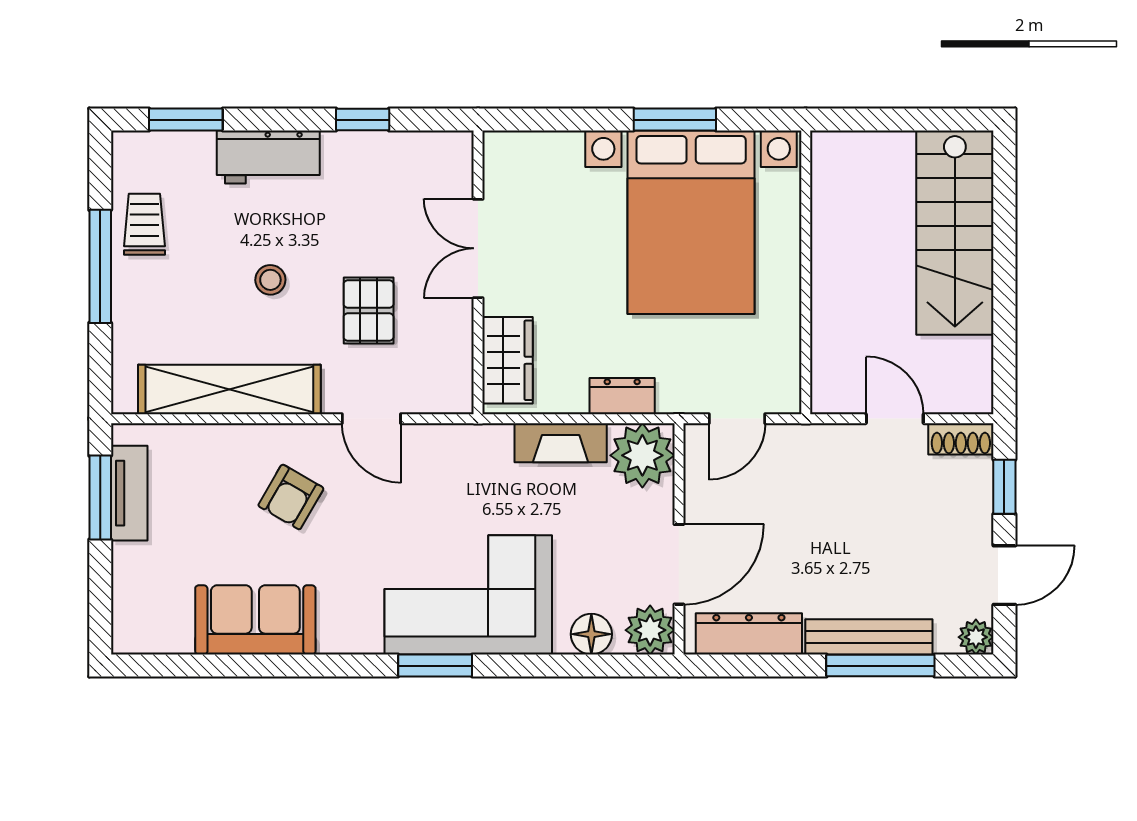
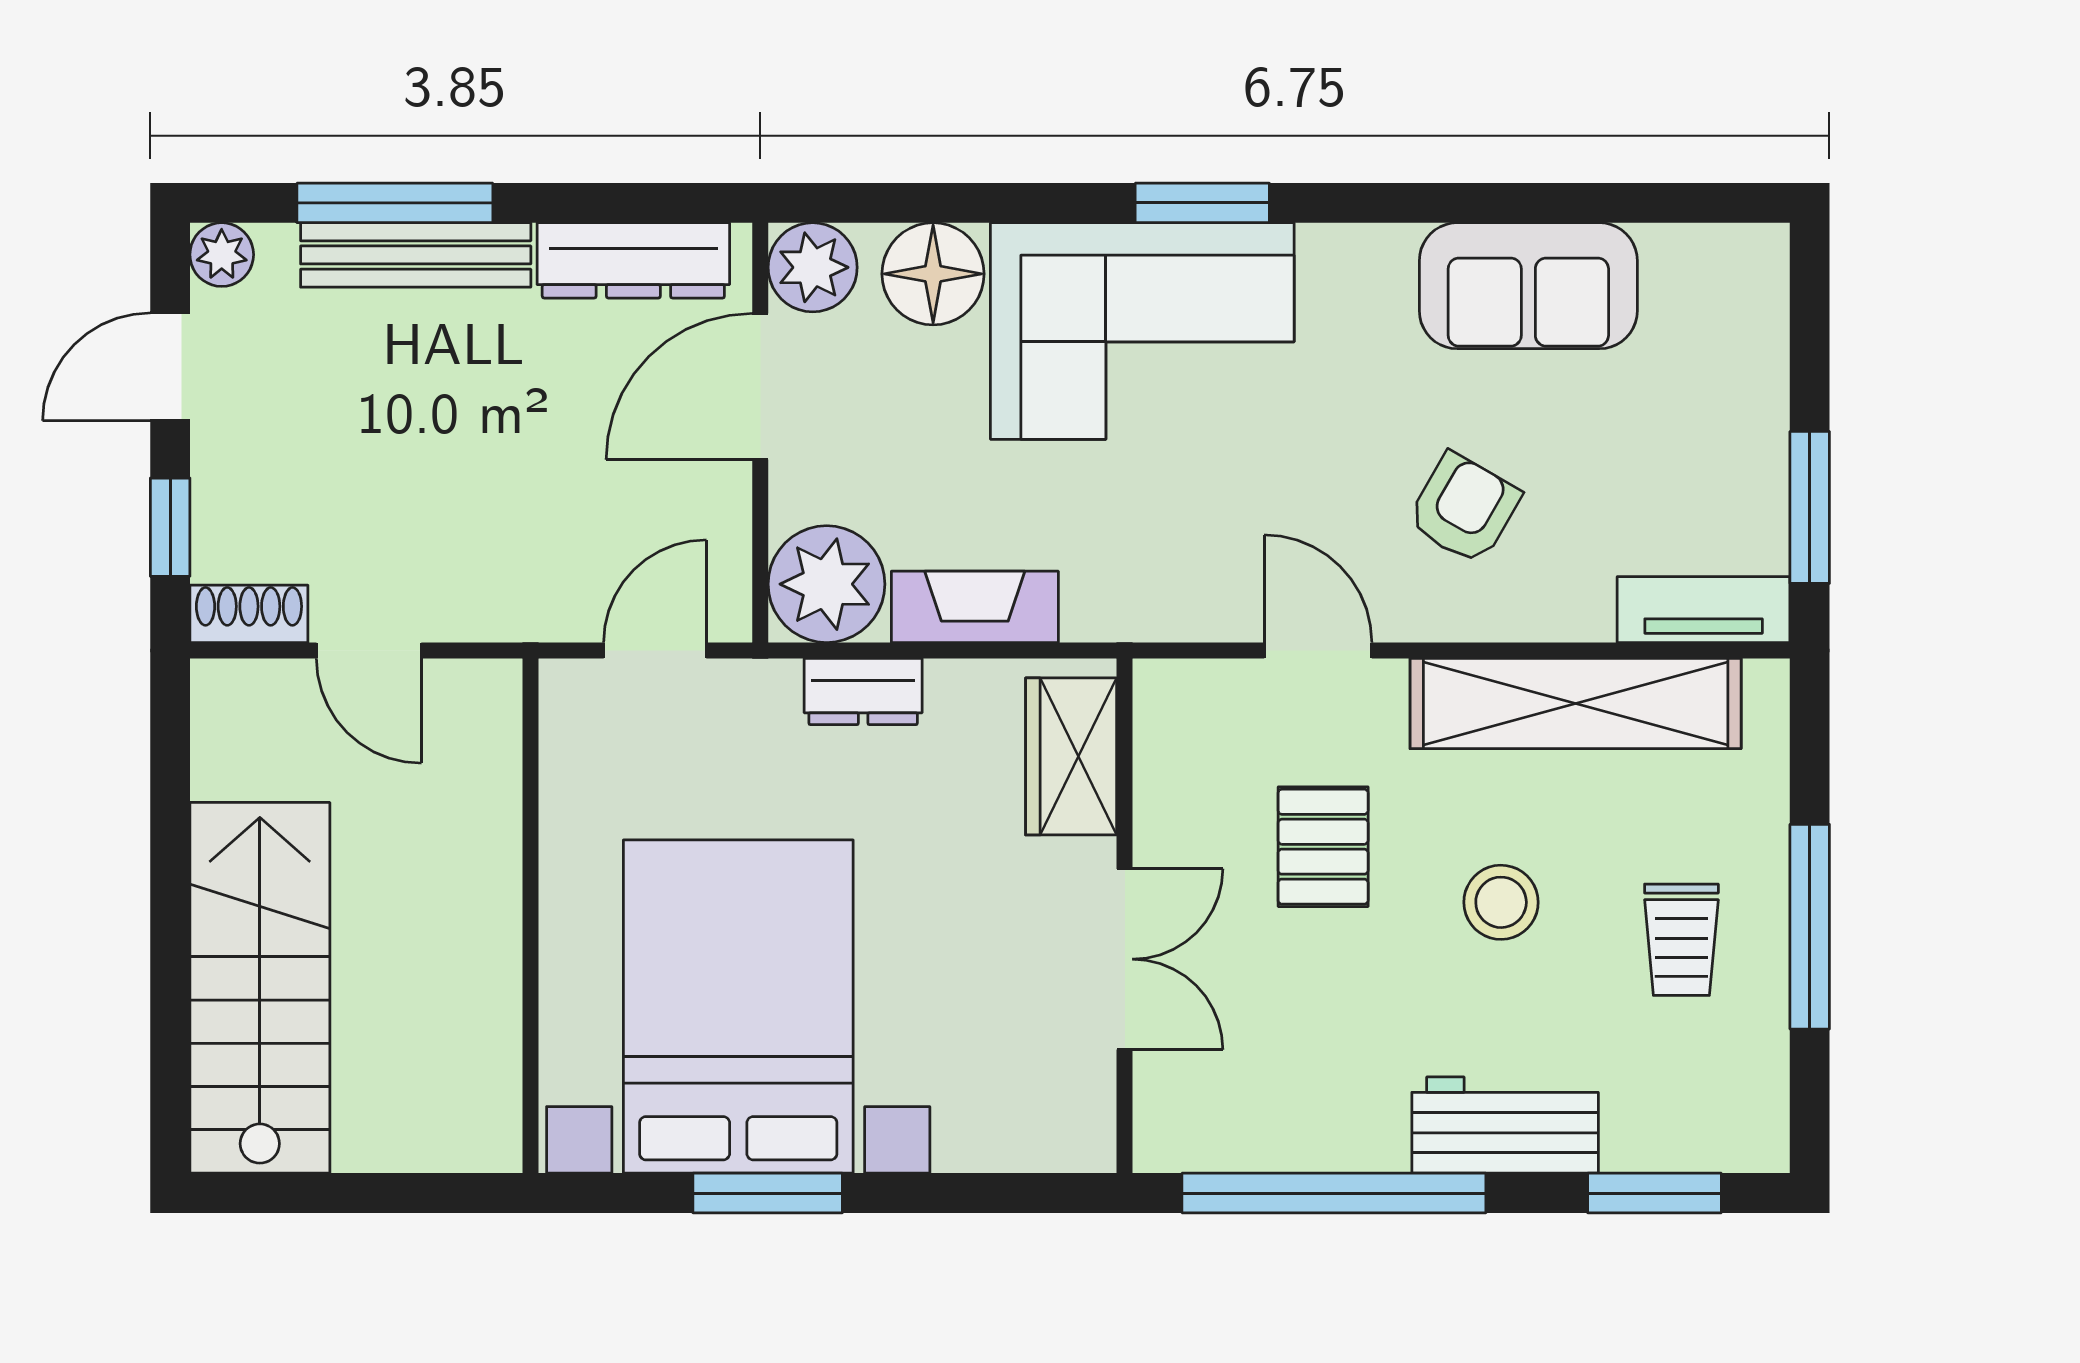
window: (363, 120) -> (1334, 1193), width x3.17
trolley: (144, 224) -> (1681, 940), moved
stool: (270, 280) -> (1501, 902), width x1.37, depth x1.37
tv unit: (129, 493) -> (1704, 610), moved, turned 90
floor lamp: (591, 634) -> (933, 274), width x1.38, depth x1.38

